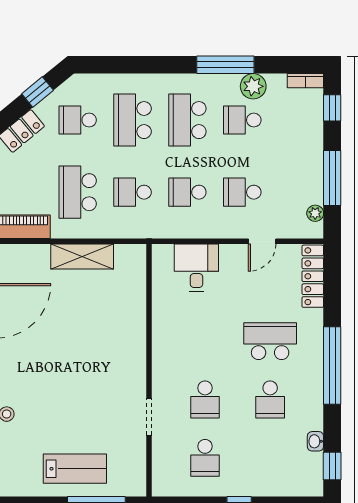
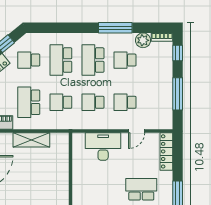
plant: (253, 86) -> (143, 40), moved
plant: (315, 213) -> (168, 115), removed
desk: (196, 268) -> (103, 146), width x1.37

